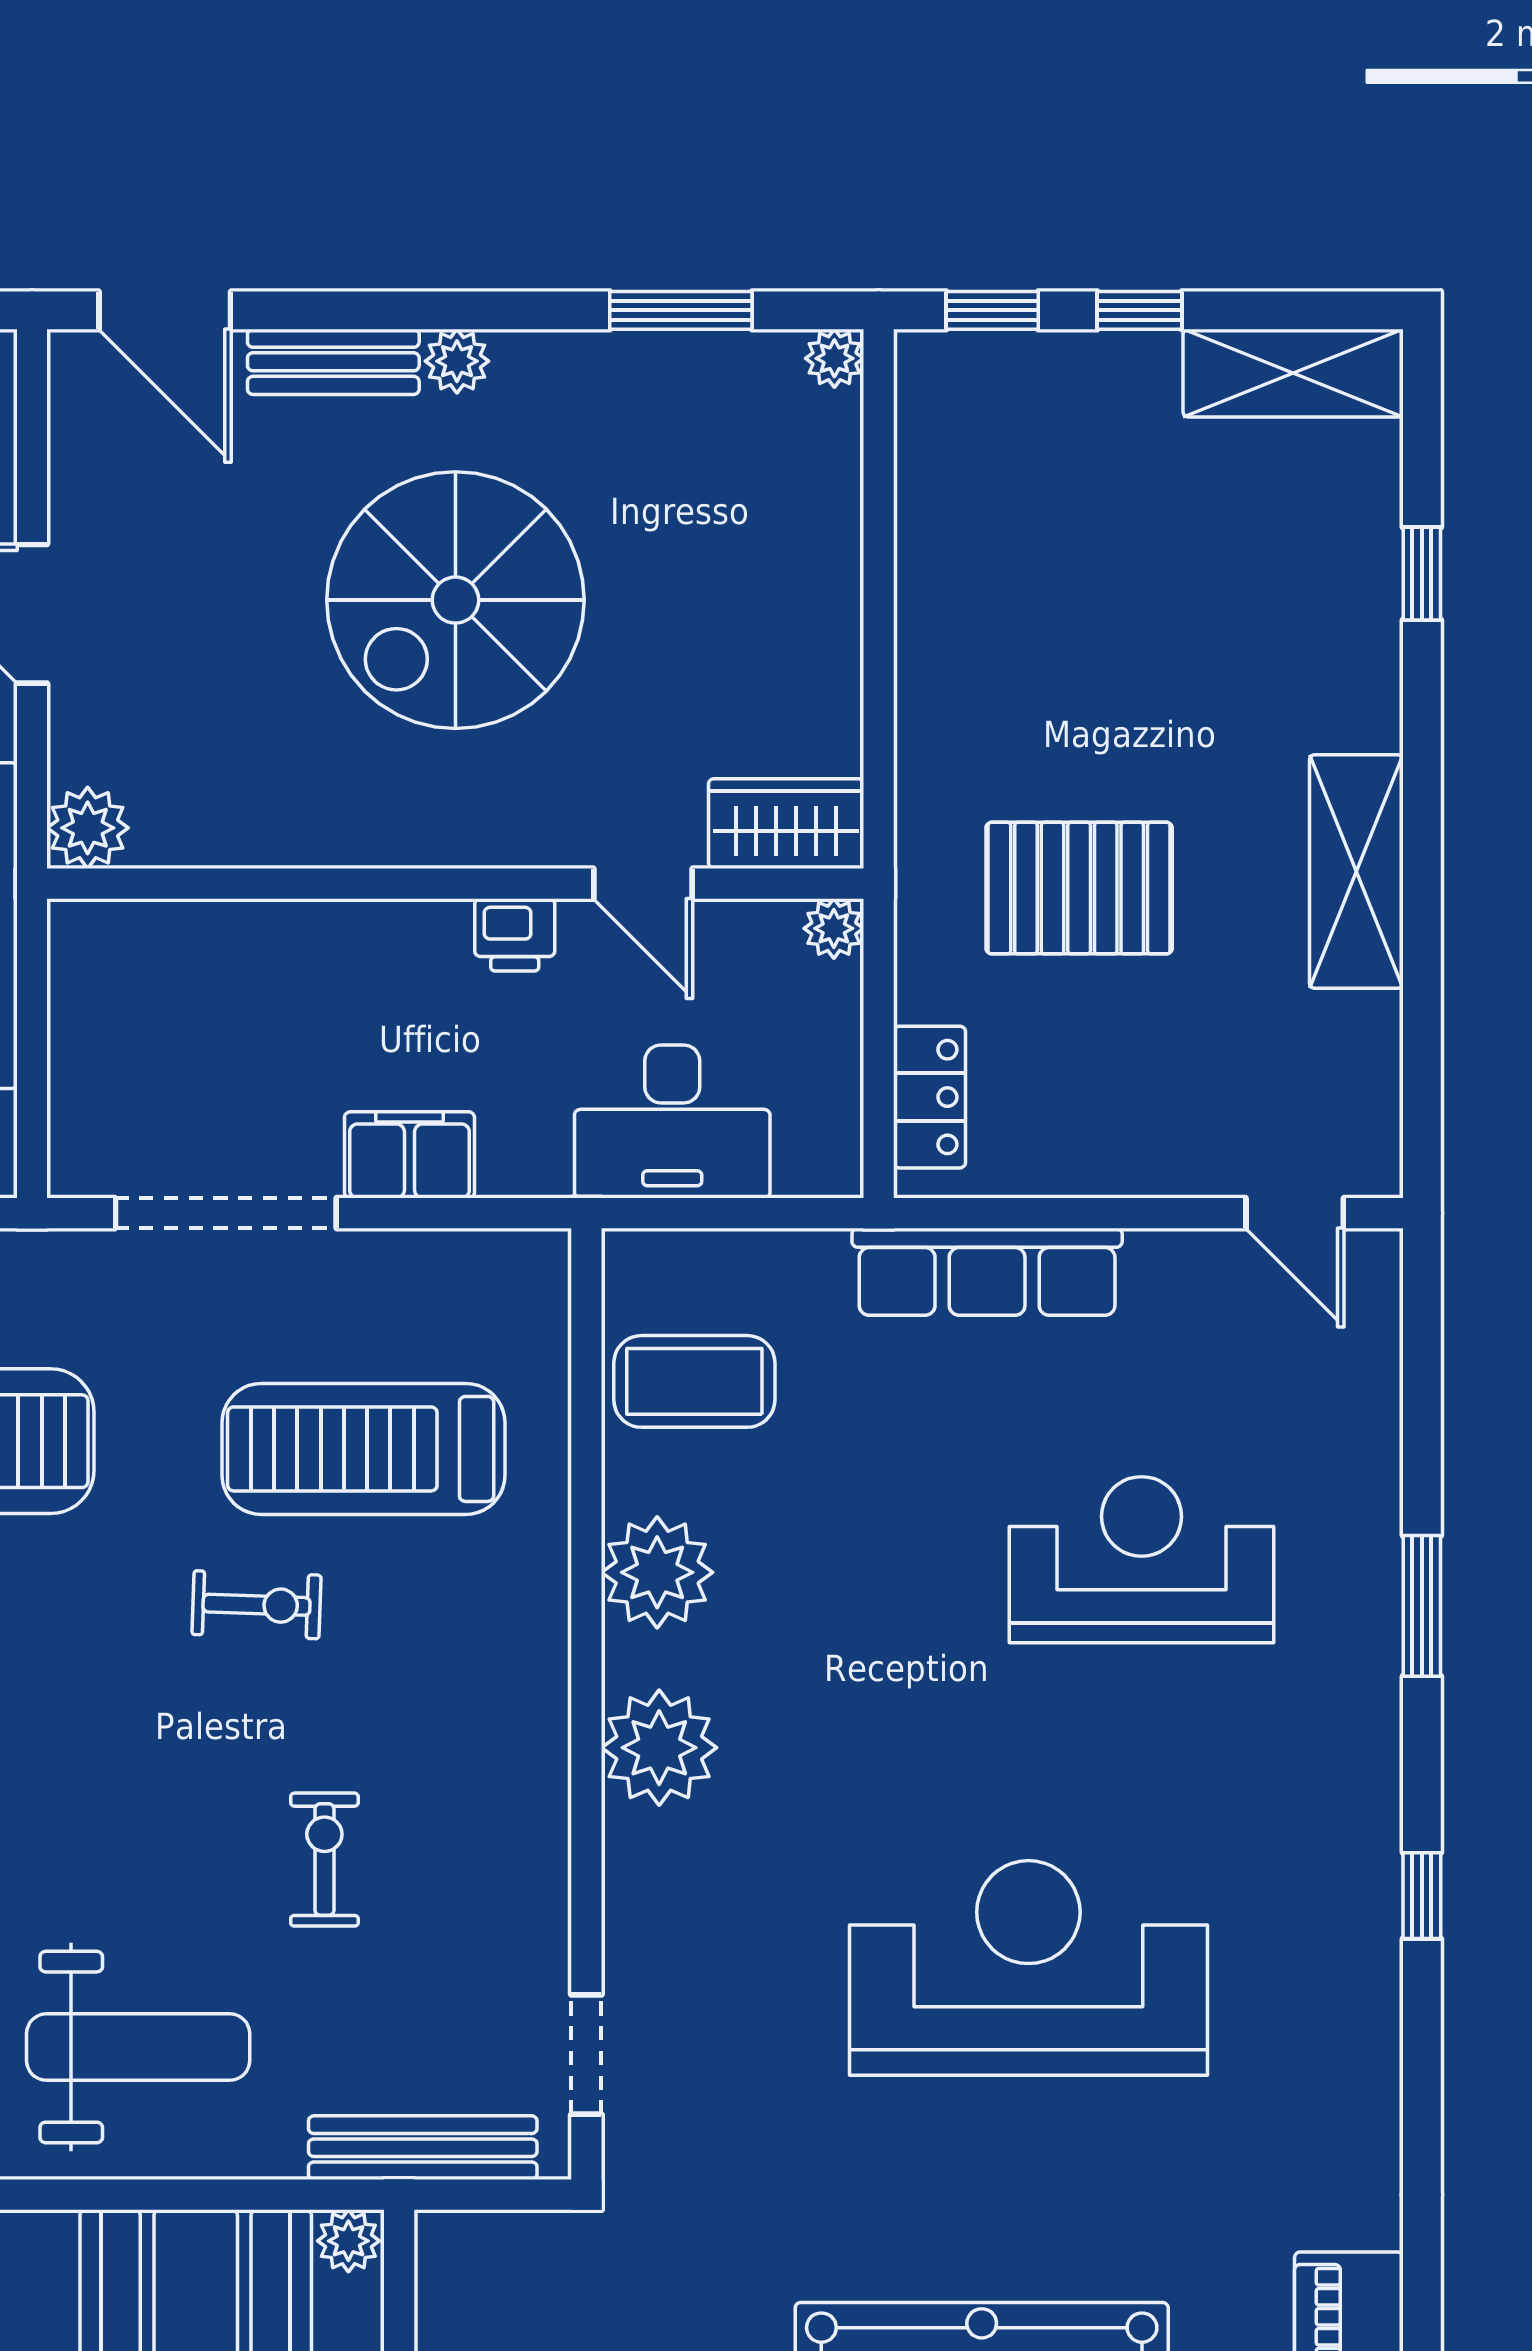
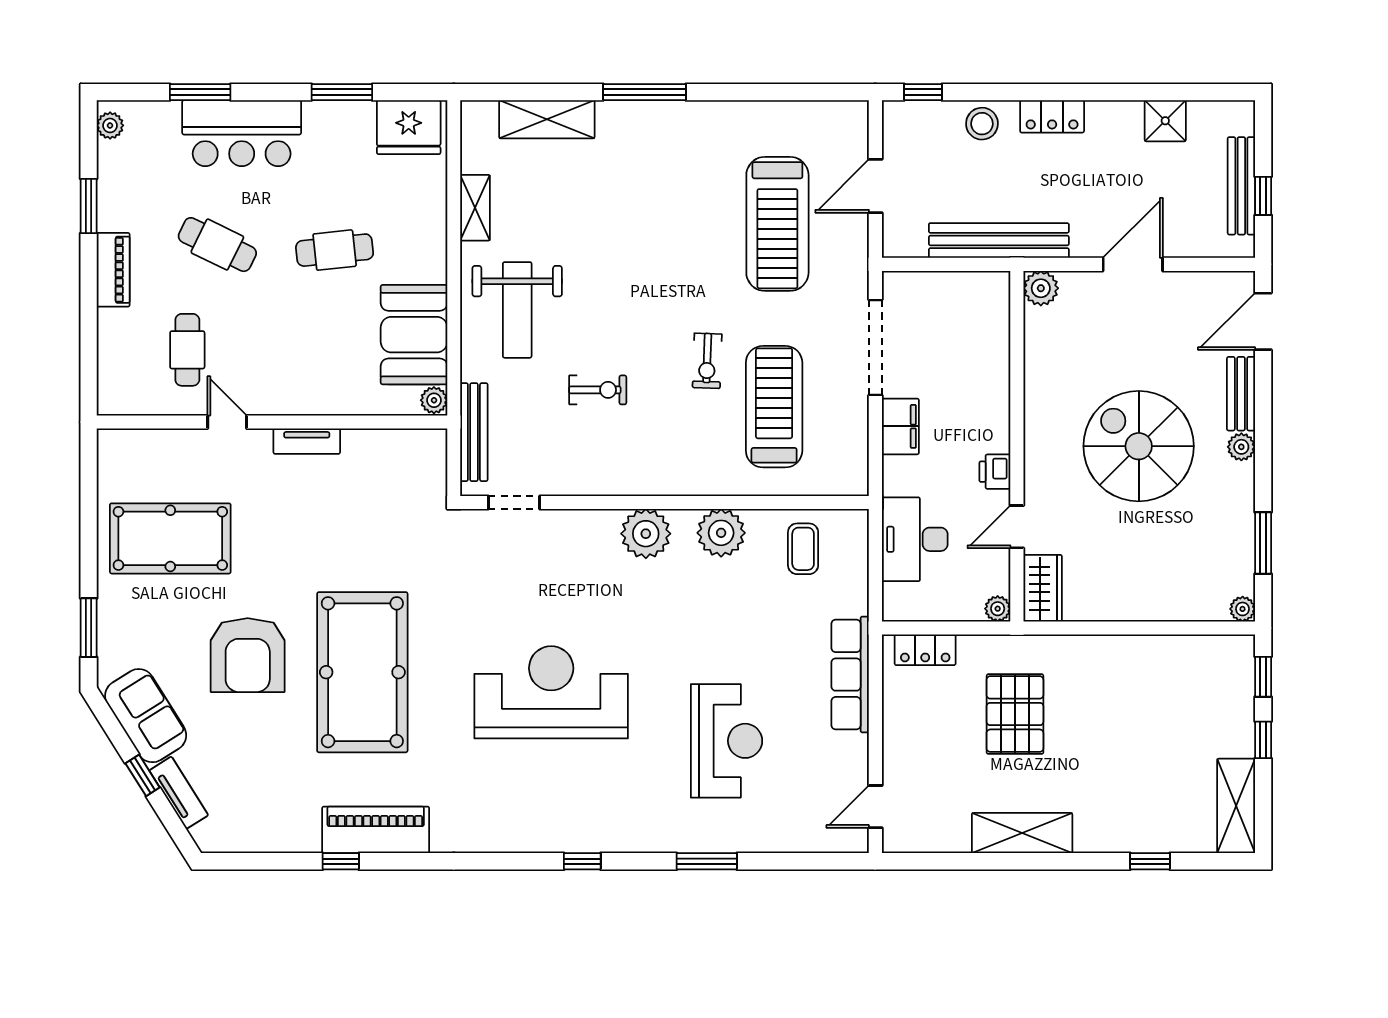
coffee table: (694, 1381) -> (803, 549), width x0.73, depth x0.77
reception desk: (1028, 1968) -> (551, 692), turned -90

